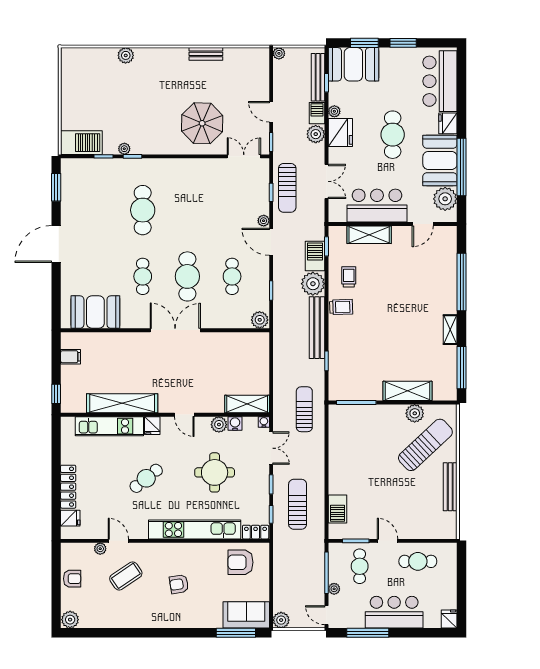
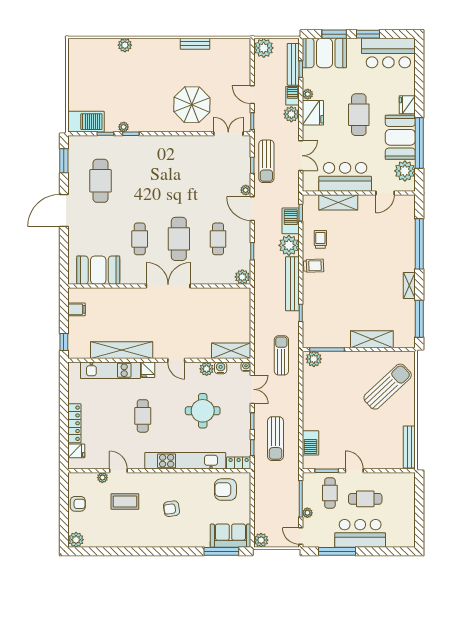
plant: (279, 53) -> (264, 48), width x1.88, depth x1.88
bar counter: (440, 81) -> (388, 53), moved, turned -90
cafe table: (143, 210) -> (101, 181), moved
plant: (415, 413) -> (314, 359), moved
cafe table: (146, 478) -> (143, 416), turned -51
bench: (450, 487) -> (409, 447), moved
sun lounger: (298, 504) -> (275, 439), turned 180
cafe table: (418, 561) -> (365, 499), moved
coffee table: (126, 576) -> (125, 502), turned 34
fridge: (449, 619) -> (408, 539), removed

